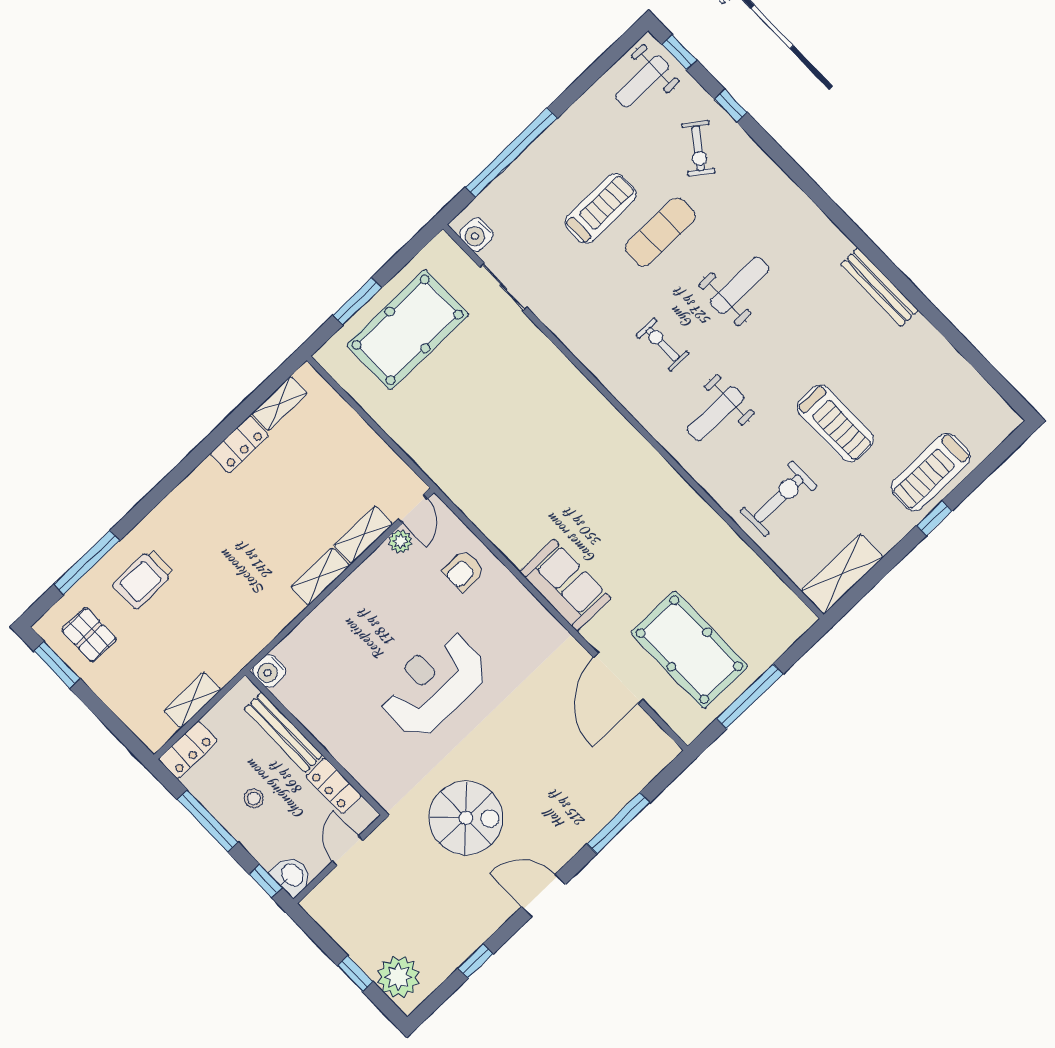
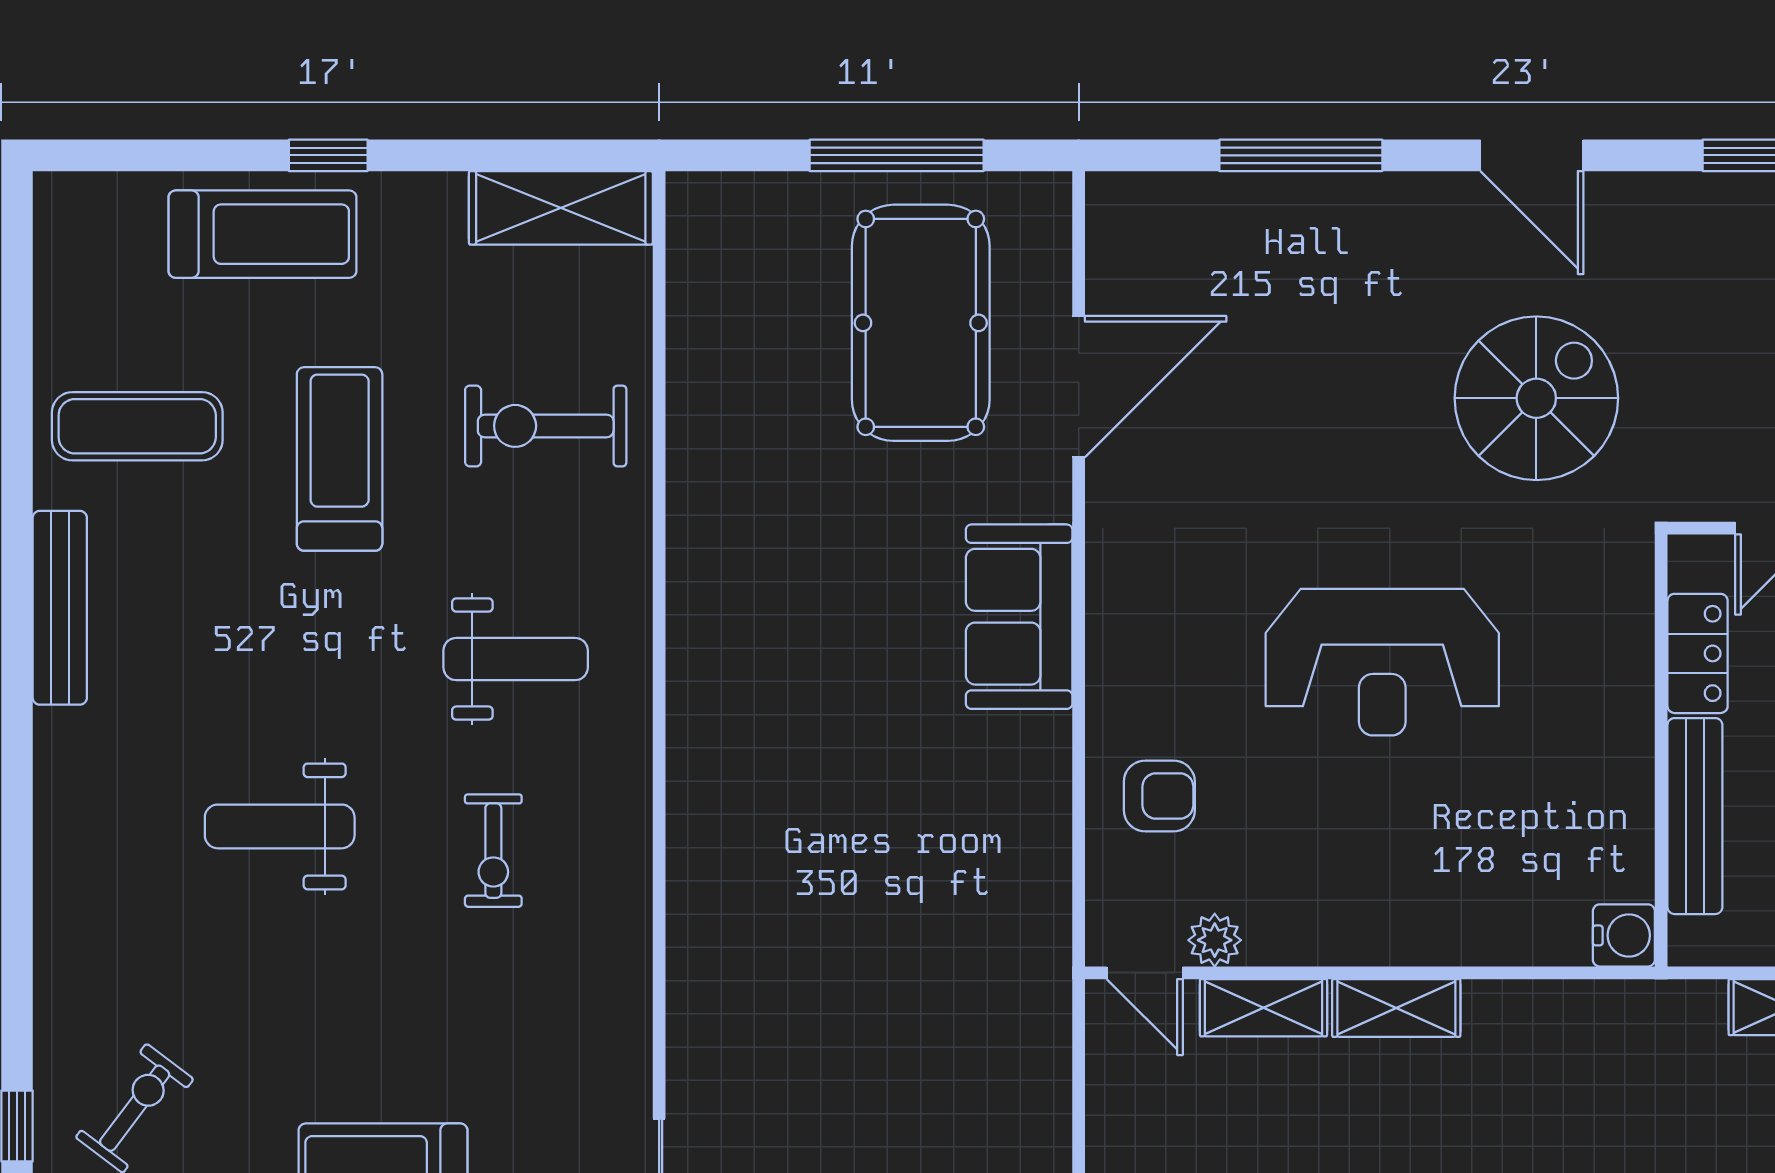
exercise mat: (660, 232) -> (137, 426), moved
door: (413, 509) -> (1145, 973), swing flipped
spiral stairs: (466, 818) -> (1536, 398), turned 90

